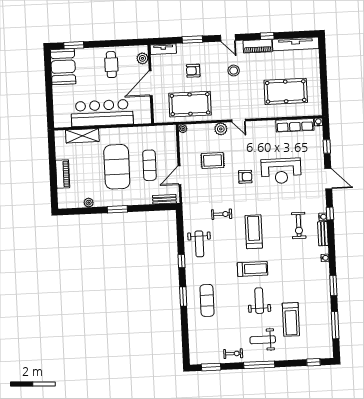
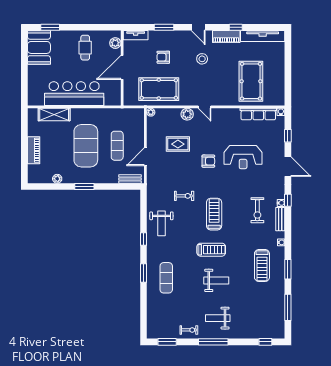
pool table: (286, 91) -> (251, 81), turned 90
weight bench: (259, 301) -> (216, 280), turned 90
treadmill: (291, 319) -> (262, 265), moved

